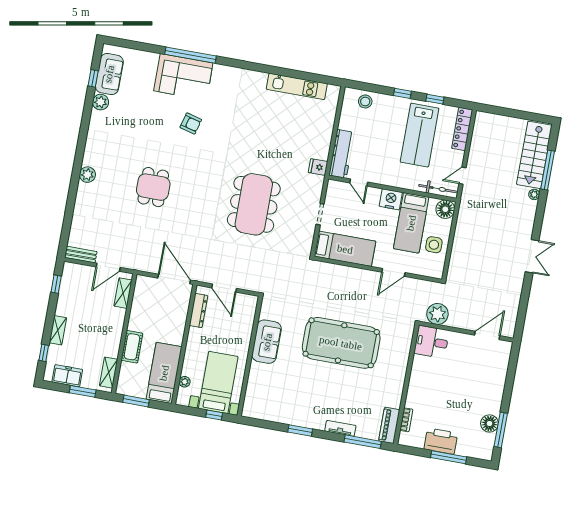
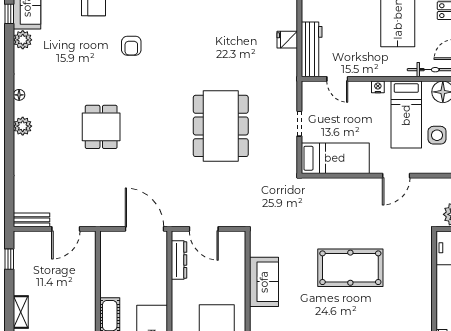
armchair: (191, 123) -> (131, 46), turned 75
floor lamp: (89, 148) -> (19, 95), added
fridge: (318, 167) -> (287, 40), moved
nightstand: (391, 199) -> (378, 87), width x0.53, depth x0.56
shelving: (123, 293) -> (88, 256), removed
pool table: (341, 343) -> (350, 268), width x0.73, depth x0.76

